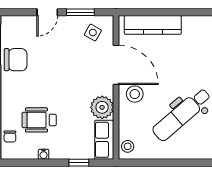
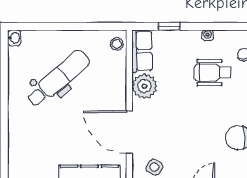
stool: (135, 94) -> (109, 101), removed
wheelchair: (39, 120) -> (212, 72), turned 180

